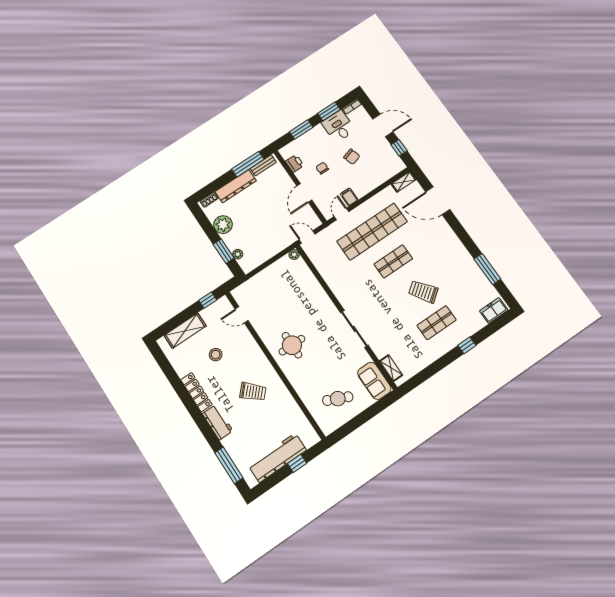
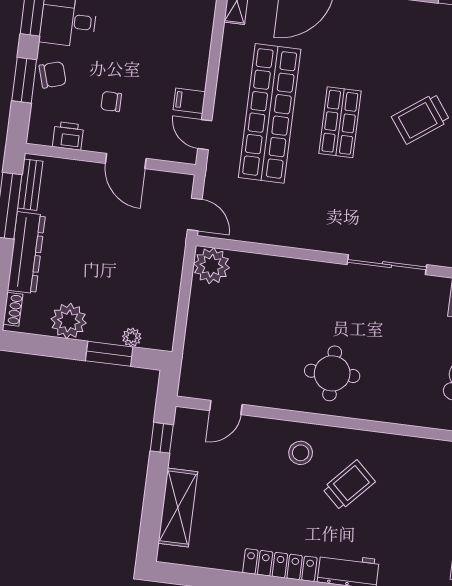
chair: (352, 157) -> (53, 75), moved
door: (307, 237) -> (195, 214), swing flipped
plant: (294, 255) -> (212, 266), width x1.87, depth x1.87
stool: (216, 355) -> (301, 453), moved

